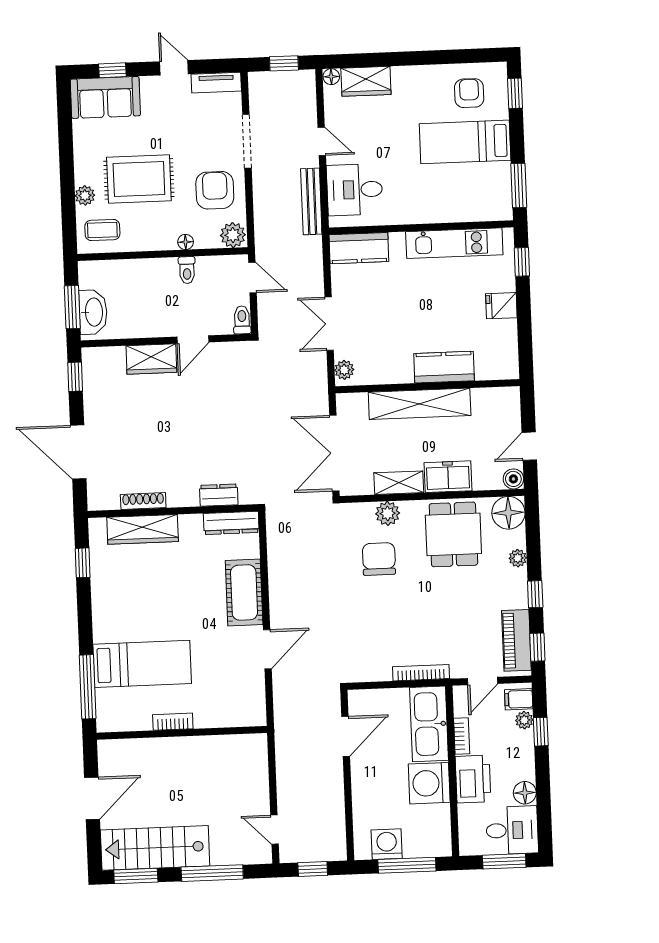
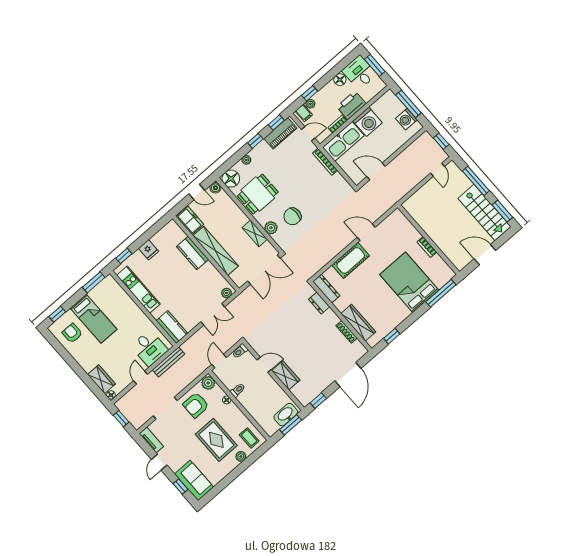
armchair: (469, 93) -> (72, 333), turned 90
freezer: (448, 477) -> (190, 221), moved, turned 180
bed: (142, 664) -> (409, 282), width x1.50

